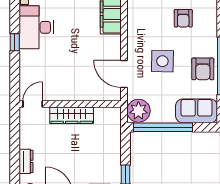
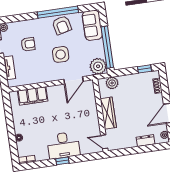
desk: (36, 27) -> (63, 145), moved
armchair: (203, 69) -> (62, 25), turned 77
plant: (113, 127) -> (112, 83), added

